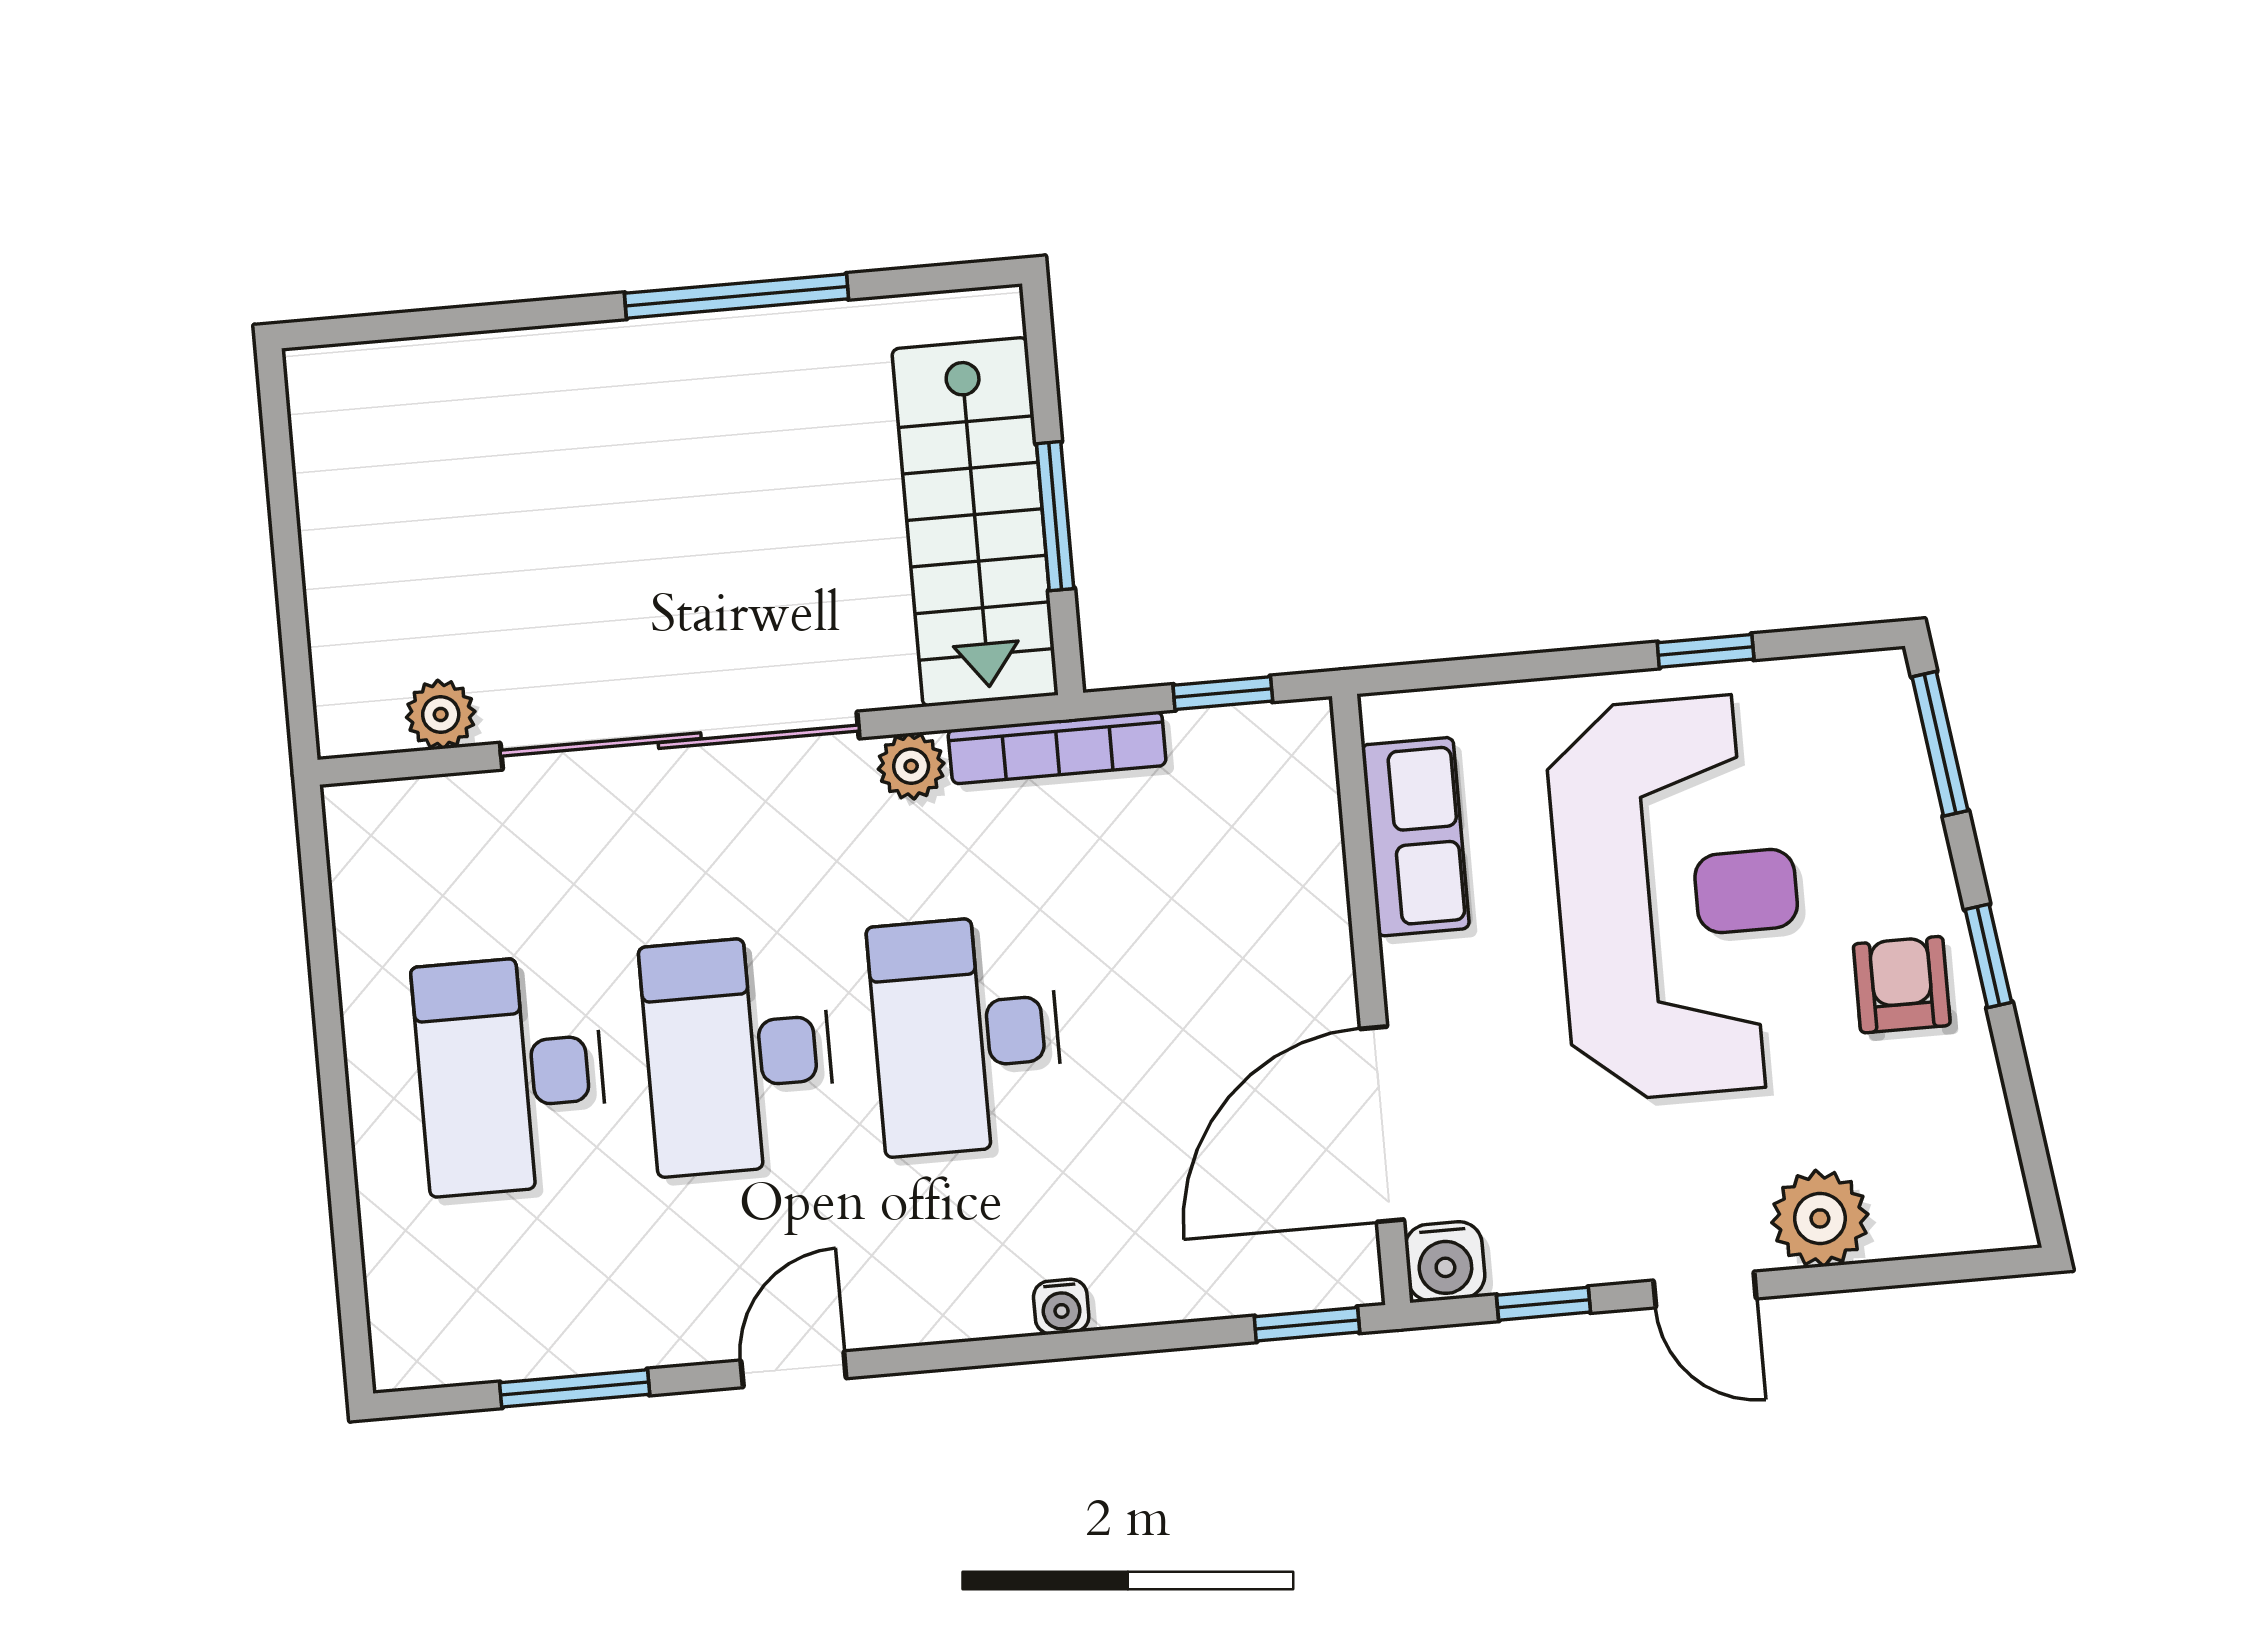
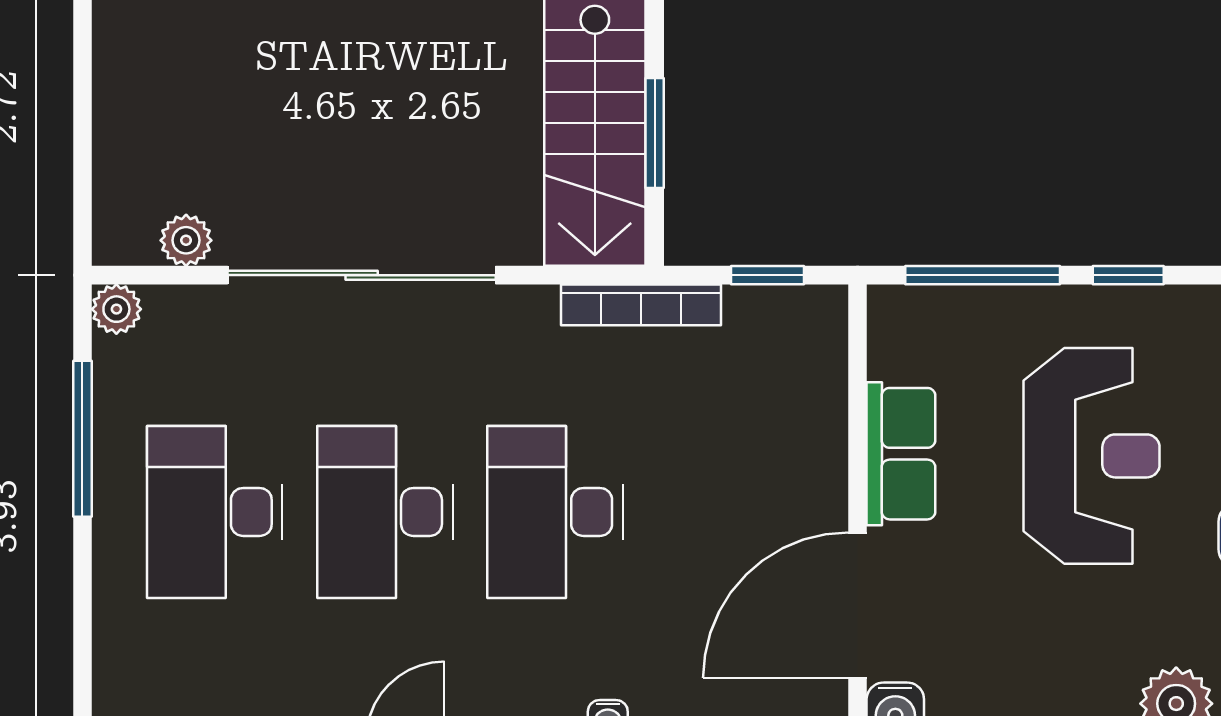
window: (1511, 668) -> (983, 275), added
plant: (911, 766) -> (116, 309), moved
row of seats: (1415, 837) -> (901, 454), moved
reception desk: (1678, 897) -> (1092, 456), width x0.74, depth x0.77
window: (325, 992) -> (82, 439), added

